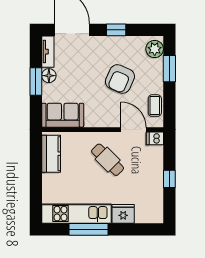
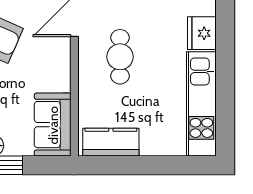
cafe table: (108, 160) -> (120, 57), turned -45
window: (89, 229) -> (225, 86), removed

